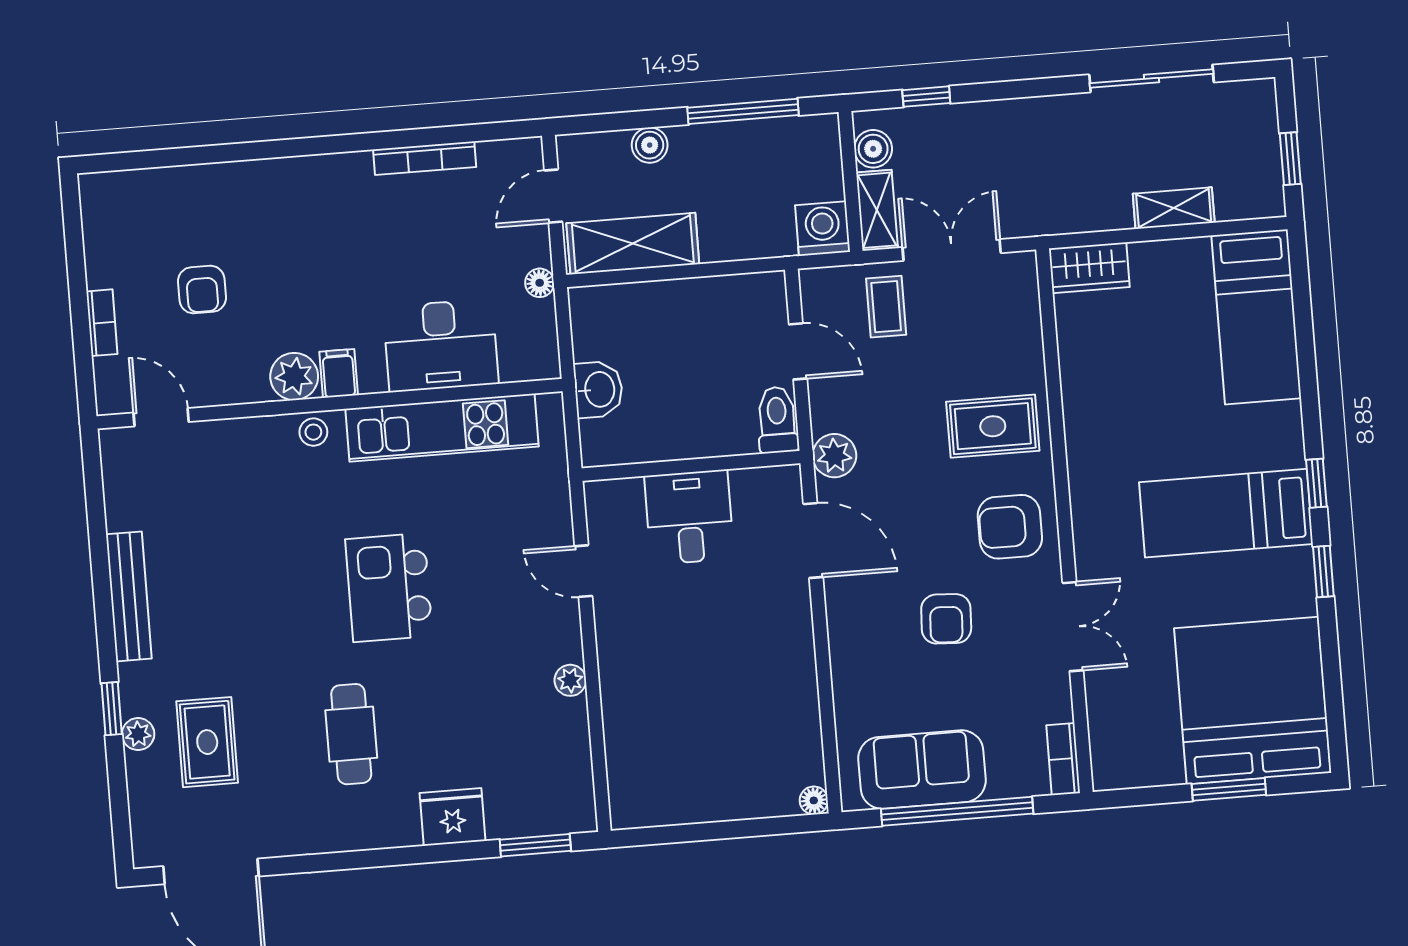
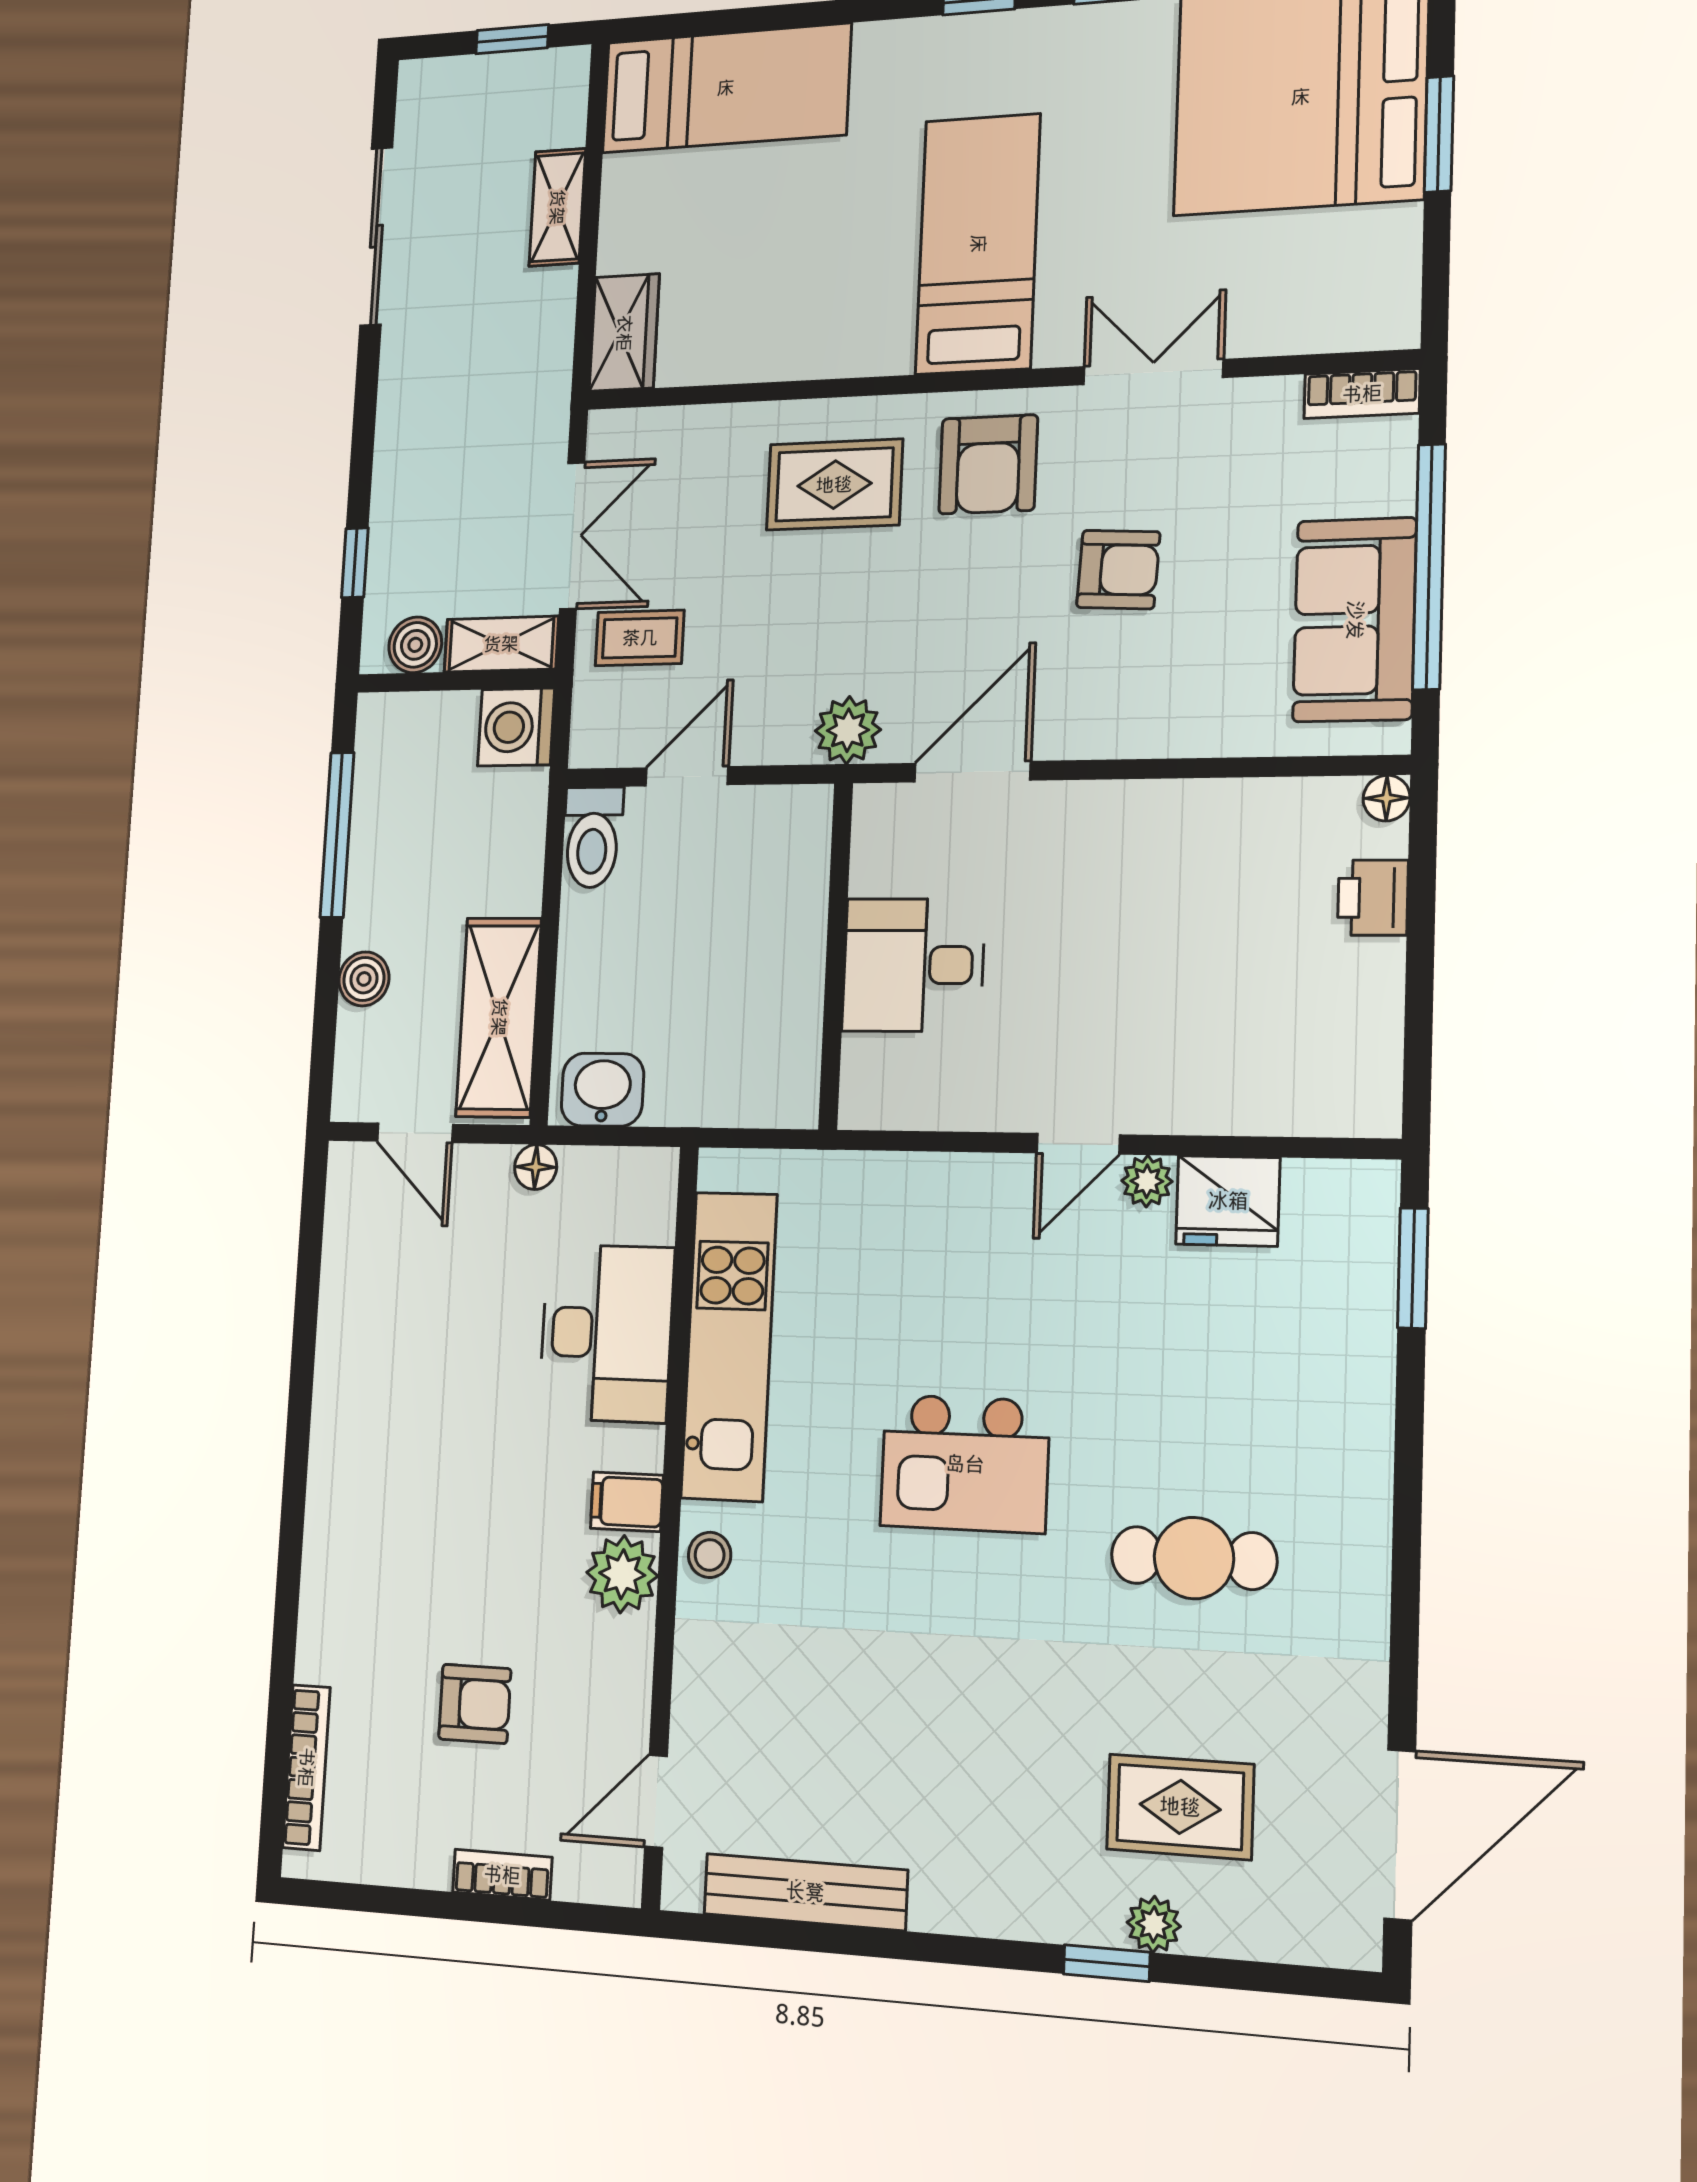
bookcase: (425, 158) -> (306, 1767), moved
double door: (952, 250) -> (572, 536), swing flipped
washbasin: (598, 389) -> (602, 1090), moved
toilet: (777, 420) -> (593, 837), moved, turned -90
rug: (993, 426) -> (834, 485), turned 90
bed: (1226, 513) -> (978, 244), moved, turned 180
door: (583, 571) -> (1078, 1144), moved
bench: (129, 596) -> (805, 1892), moved
printer: (753, 799) -> (1373, 898), added
fridge: (453, 817) -> (1228, 1201), moved, turned -90

